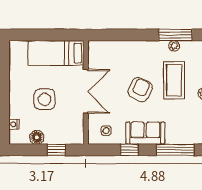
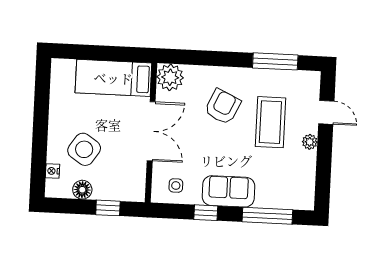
plant: (174, 46) -> (170, 77), moved, width x1.88, depth x1.88
armchair: (140, 90) -> (223, 107), moved
side table: (45, 99) -> (84, 149), moved, turned 34

